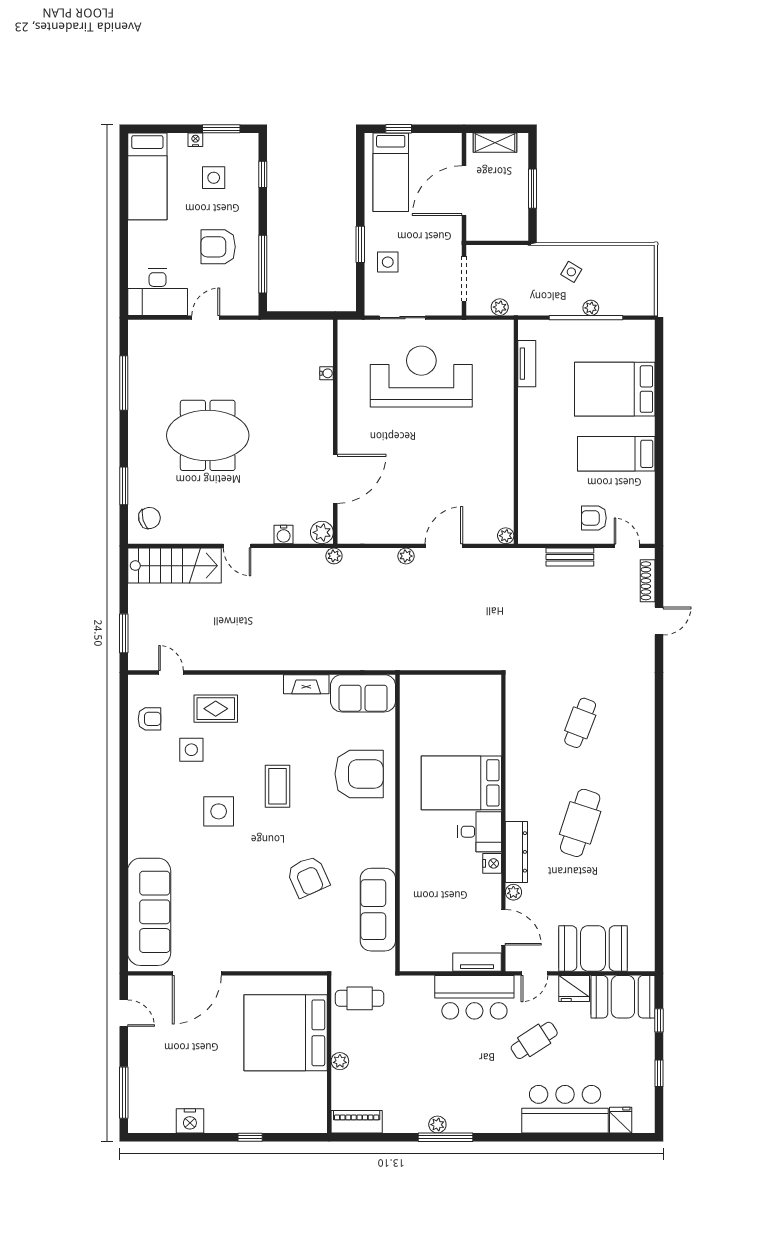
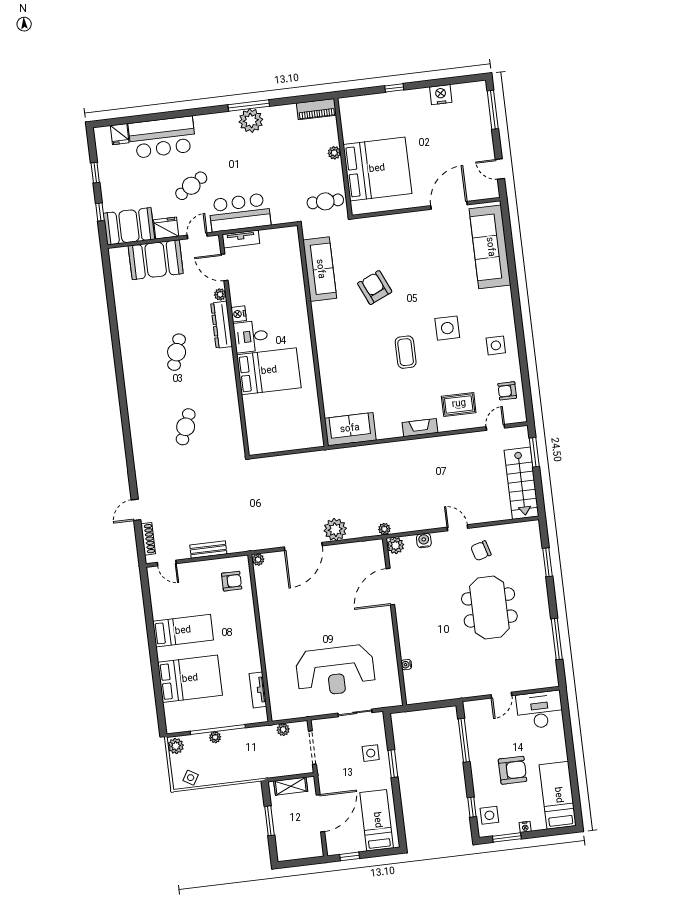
window: (399, 129) -> (350, 856), moved
shelving: (495, 143) -> (291, 786), moved
side table: (214, 178) -> (489, 815), moved
armchair: (218, 247) -> (513, 770), moved
side table: (571, 272) -> (191, 778), moved
plant: (644, 303) -> (176, 746), added
meeting table: (208, 435) -> (489, 607), turned 90
chair: (149, 518) -> (481, 551), moved
armchair: (594, 518) -> (232, 581), moved
door: (444, 546) -> (303, 546), width x1.36
plant: (406, 556) -> (335, 530), width x1.88, depth x1.88
stairs: (174, 566) -> (521, 483), moved, turned -90
door: (171, 672) -> (495, 427), swing flipped
fireplace: (306, 684) -> (420, 428), moved
side table: (191, 750) -> (496, 345), moved
armchair: (359, 774) -> (346, 369), removed
cafe table: (580, 823) -> (177, 352), width x0.73, depth x0.74
plant: (437, 1125) -> (251, 121), width x1.87, depth x1.87

